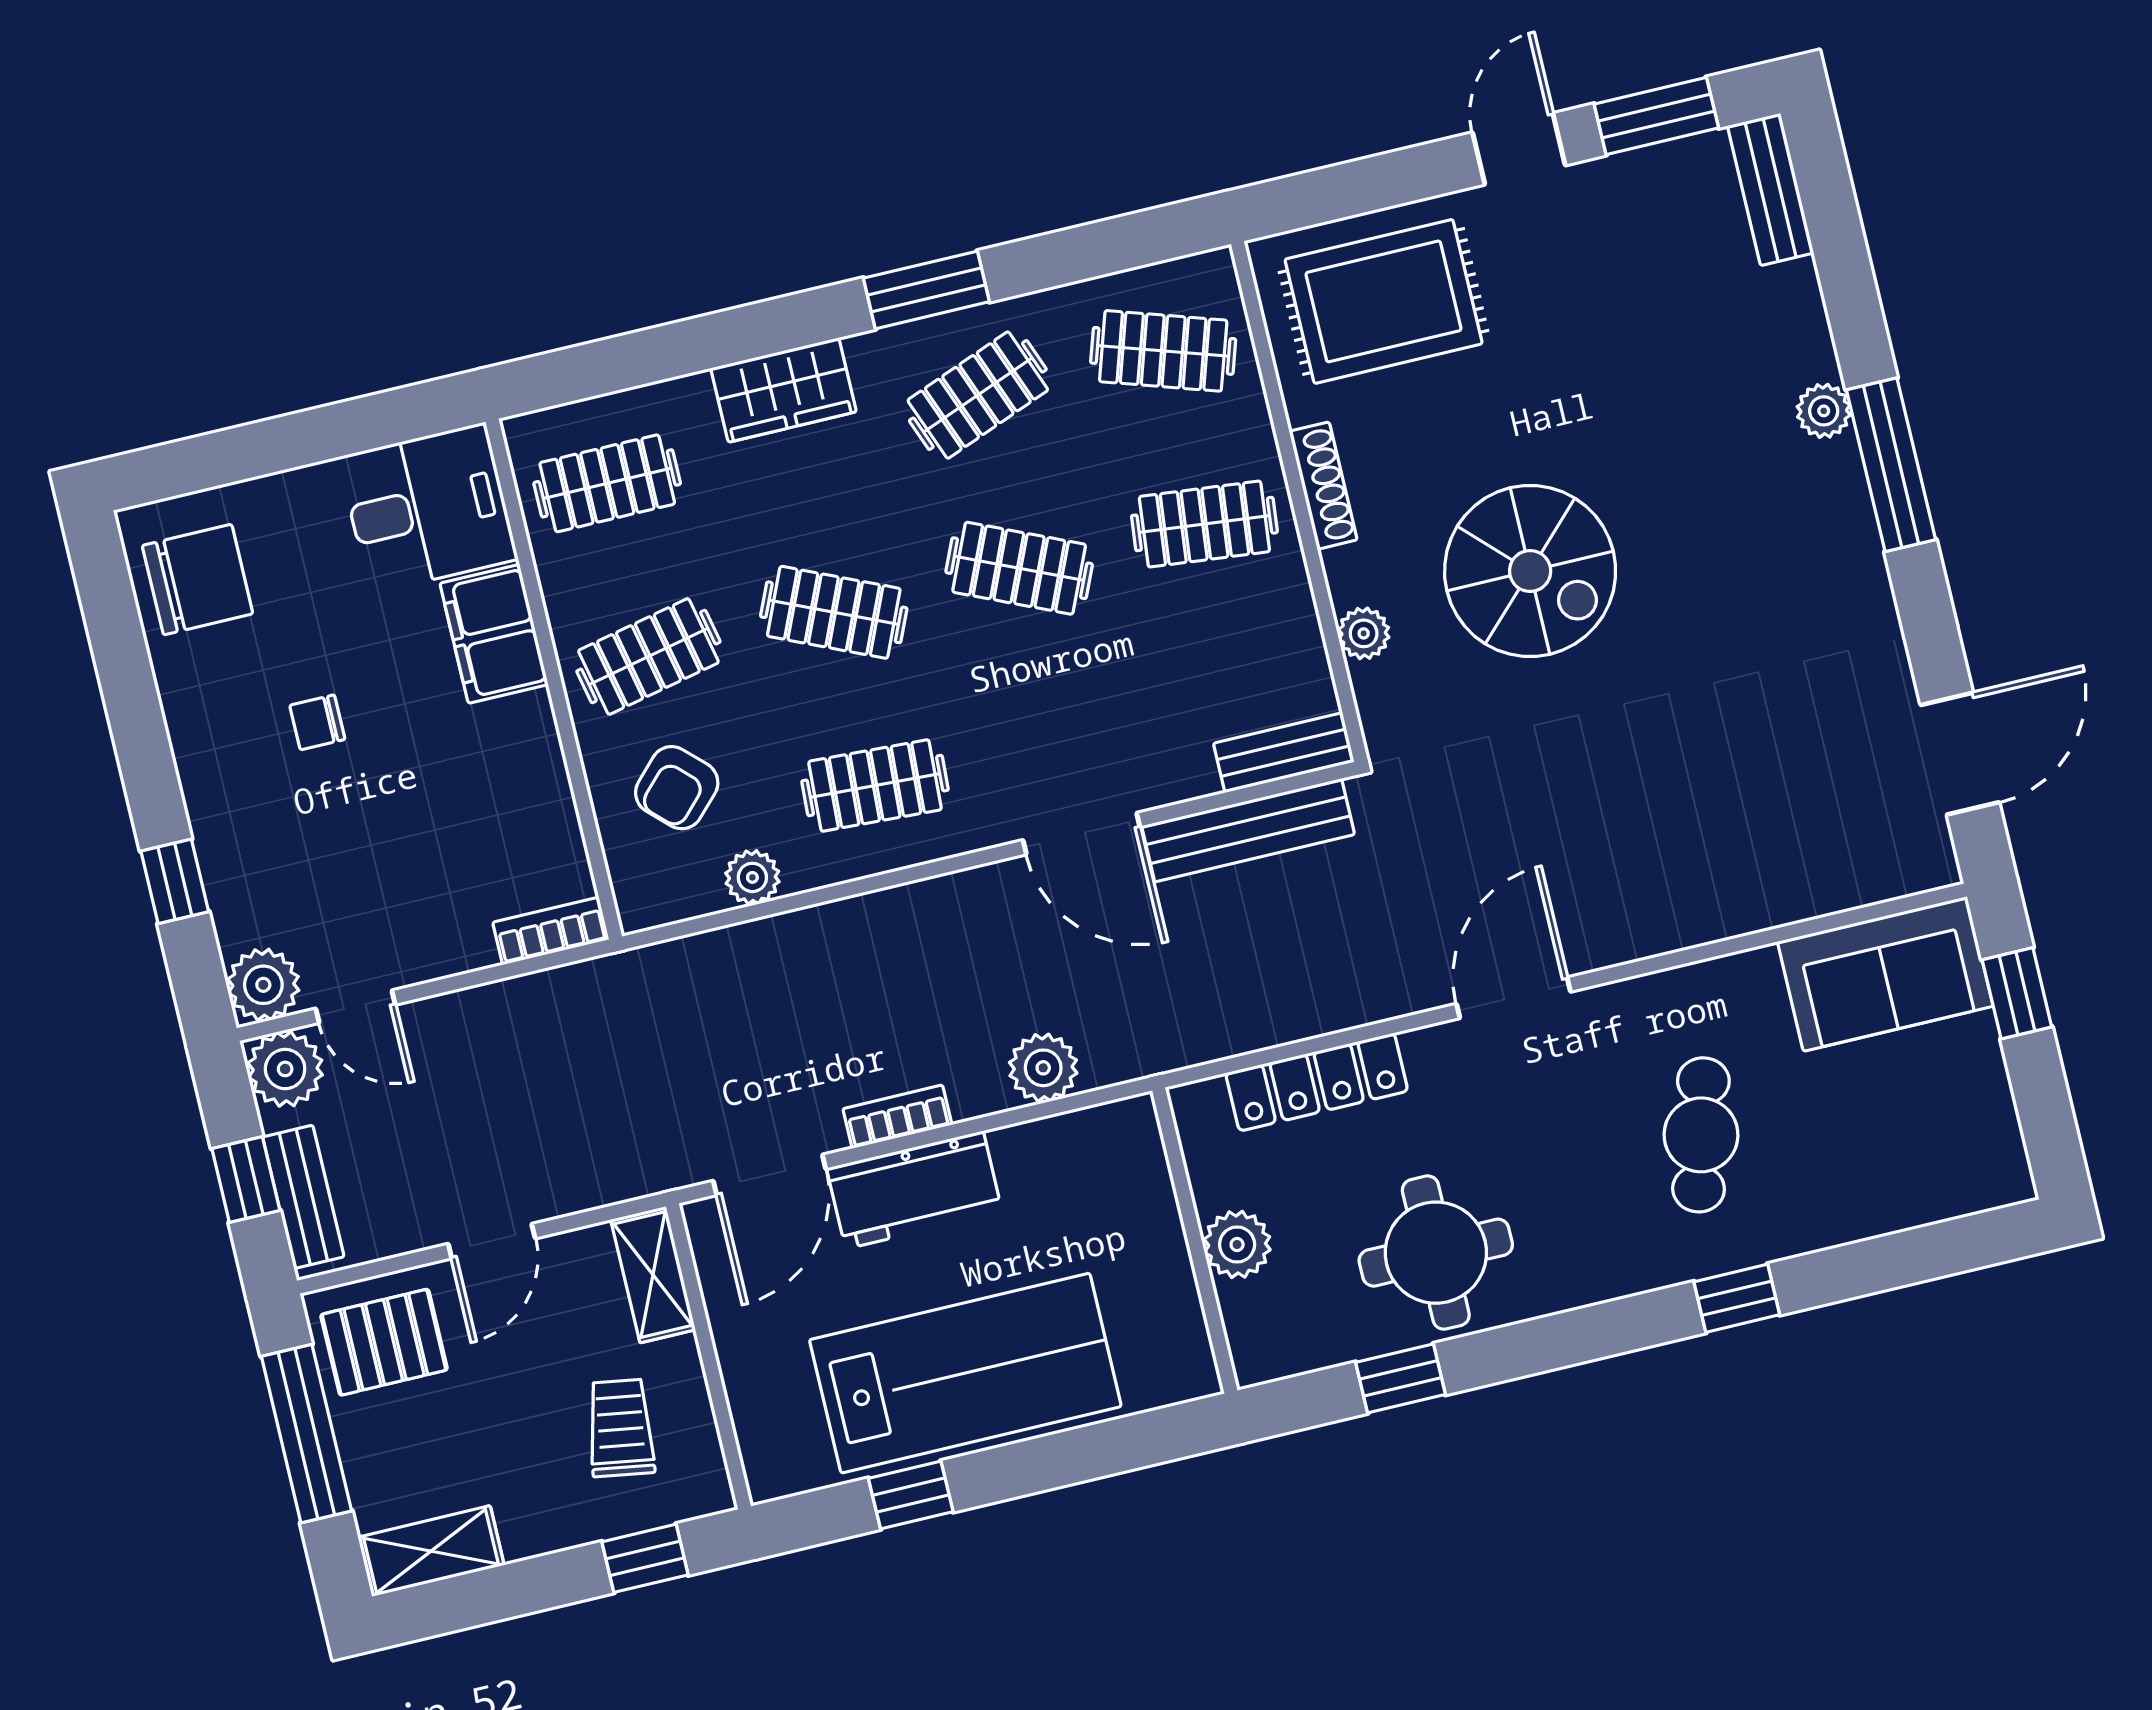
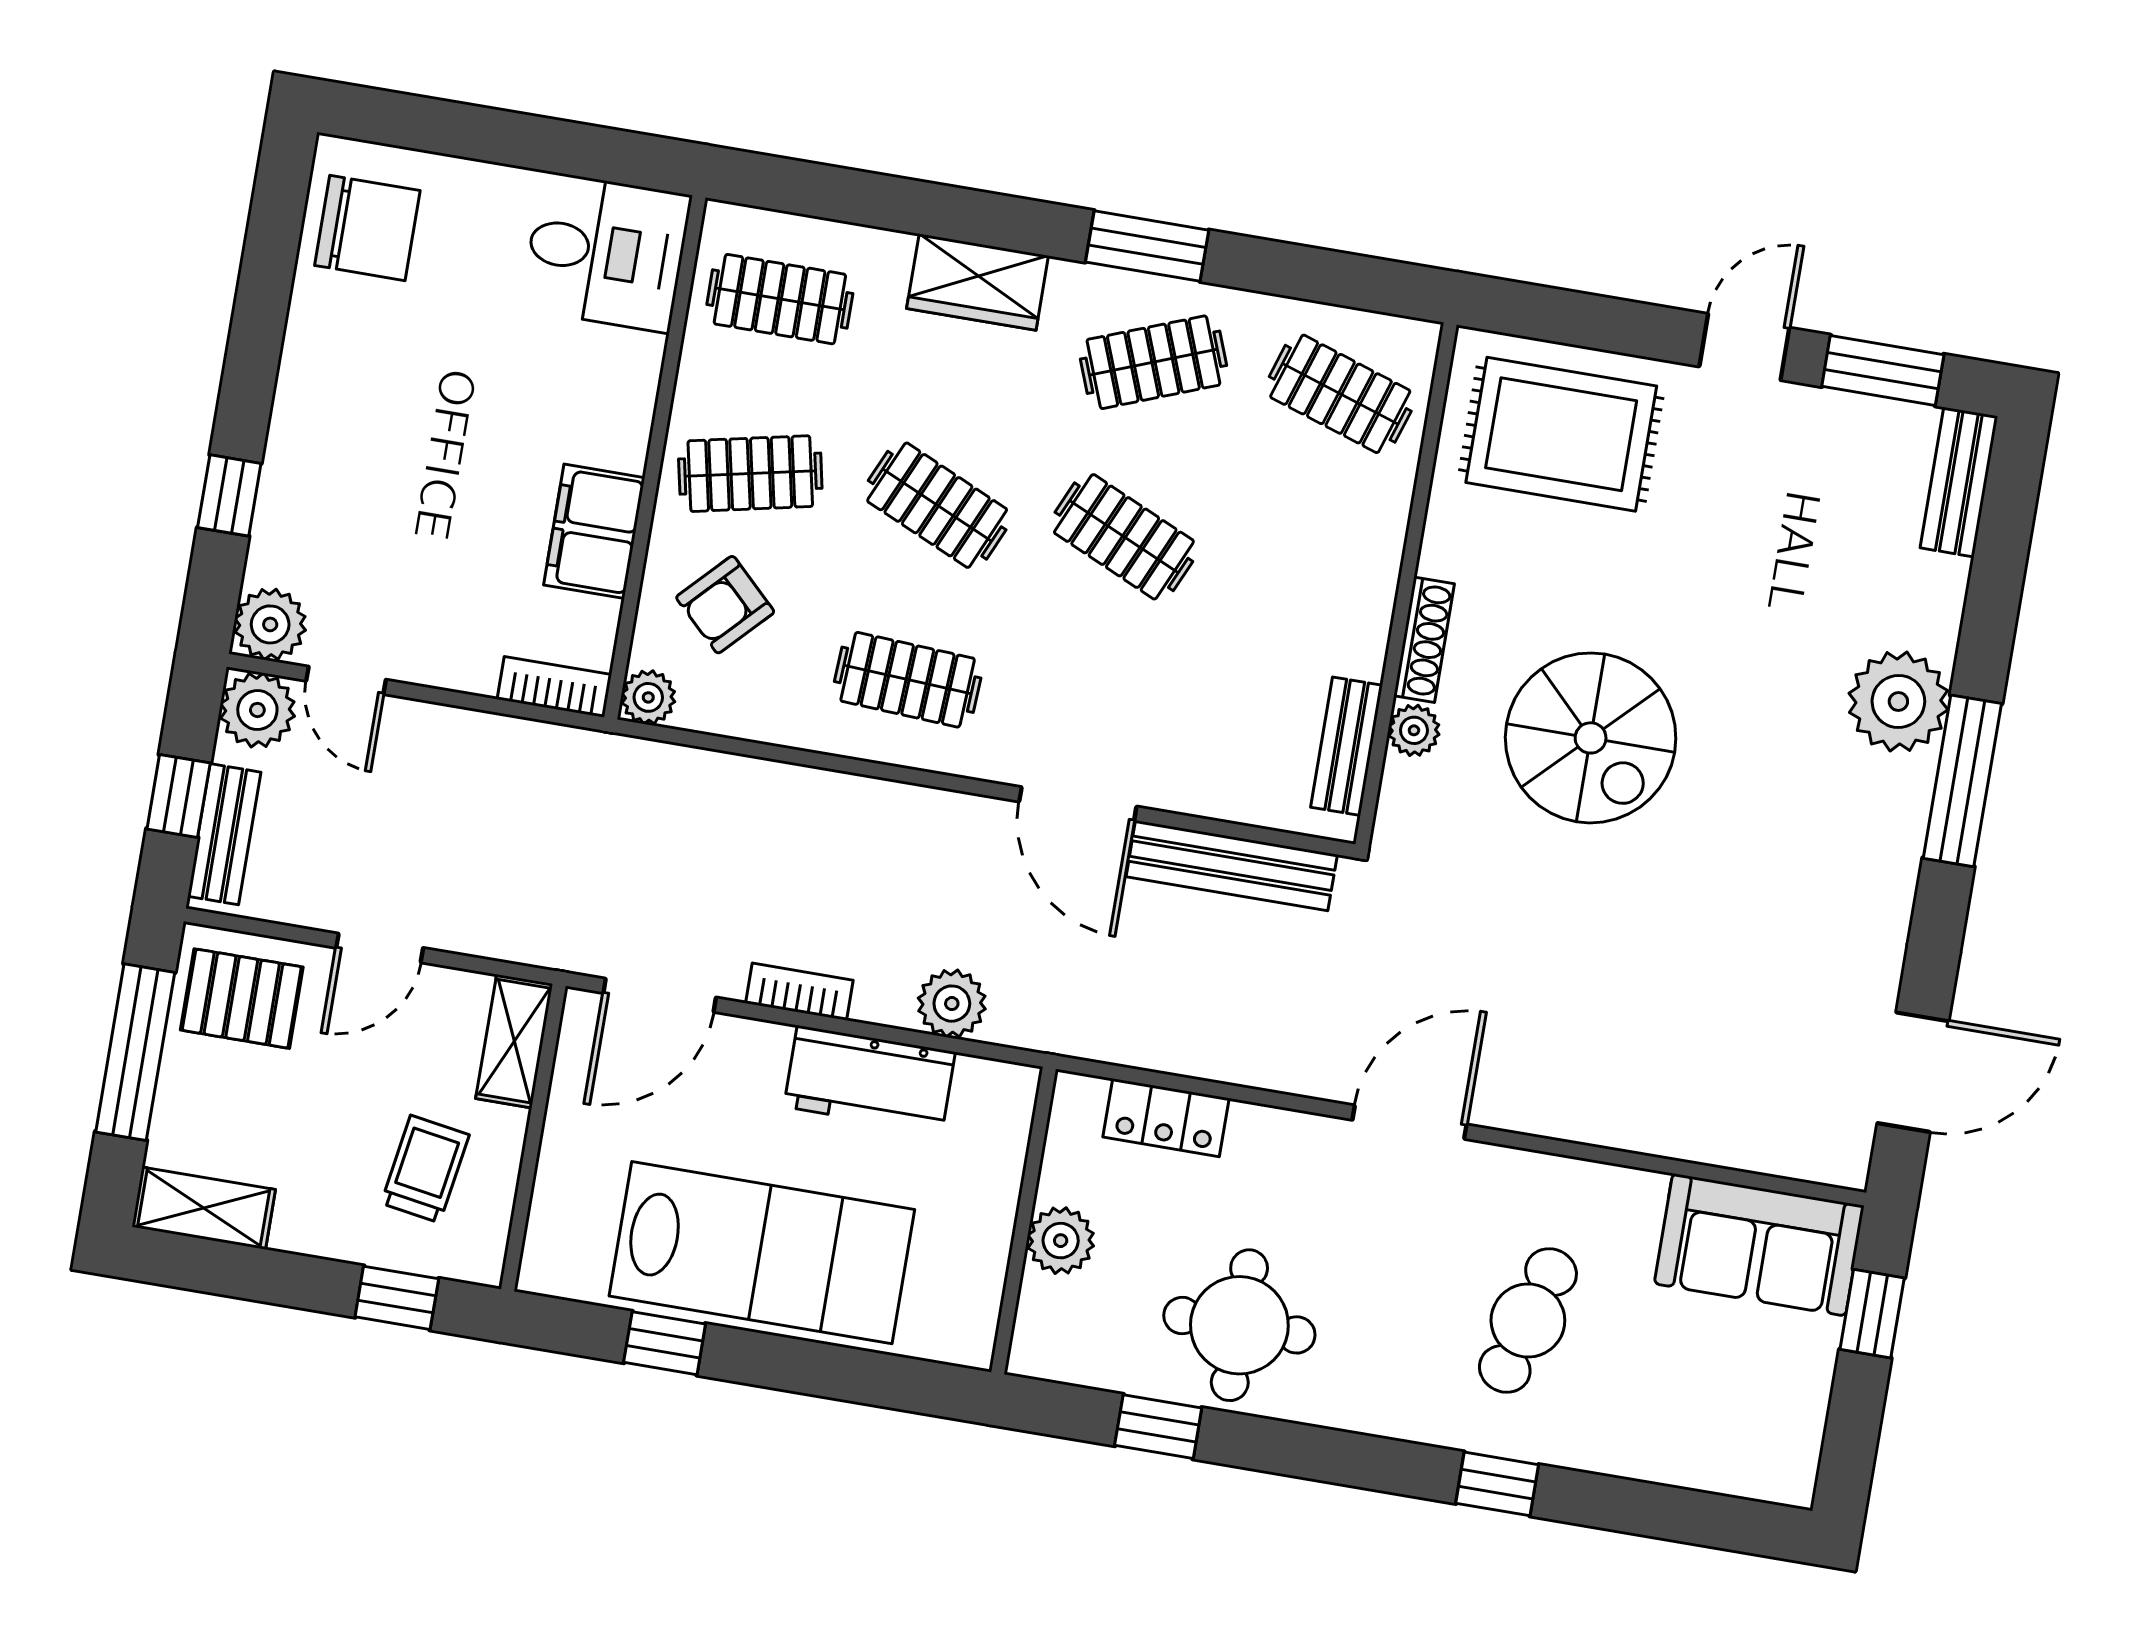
plant: (1824, 411) -> (1898, 702), width x1.87, depth x1.87
shoe rack: (1323, 486) -> (1424, 640), moved
clothes rail: (1204, 524) -> (1311, 568), removed
filing cabinet: (494, 634) -> (594, 531), moved
chair: (317, 722) -> (422, 405), removed
bench: (1284, 753) -> (1347, 746), moved, turned 90
plant: (752, 877) -> (648, 697), moved
locker: (1317, 1082) -> (1166, 1118), width x0.66
workbench: (914, 1190) -> (870, 1079), moved

